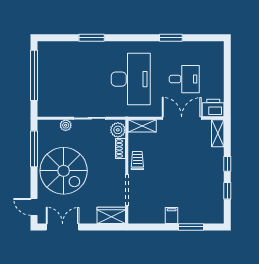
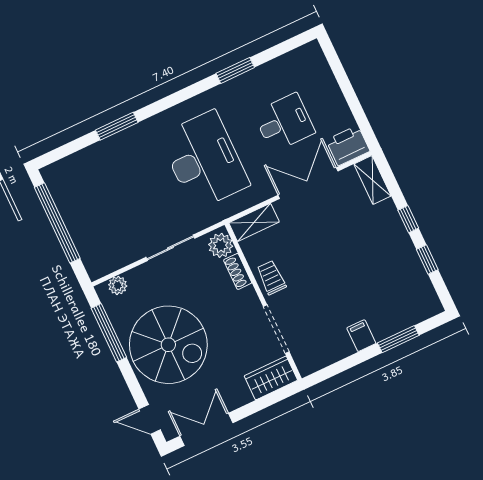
plant: (66, 125) -> (118, 285), moved

